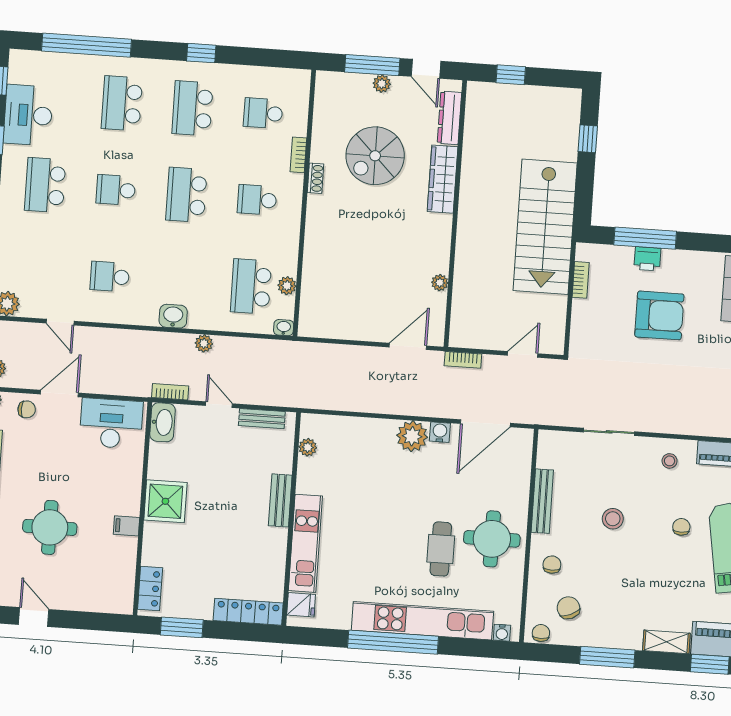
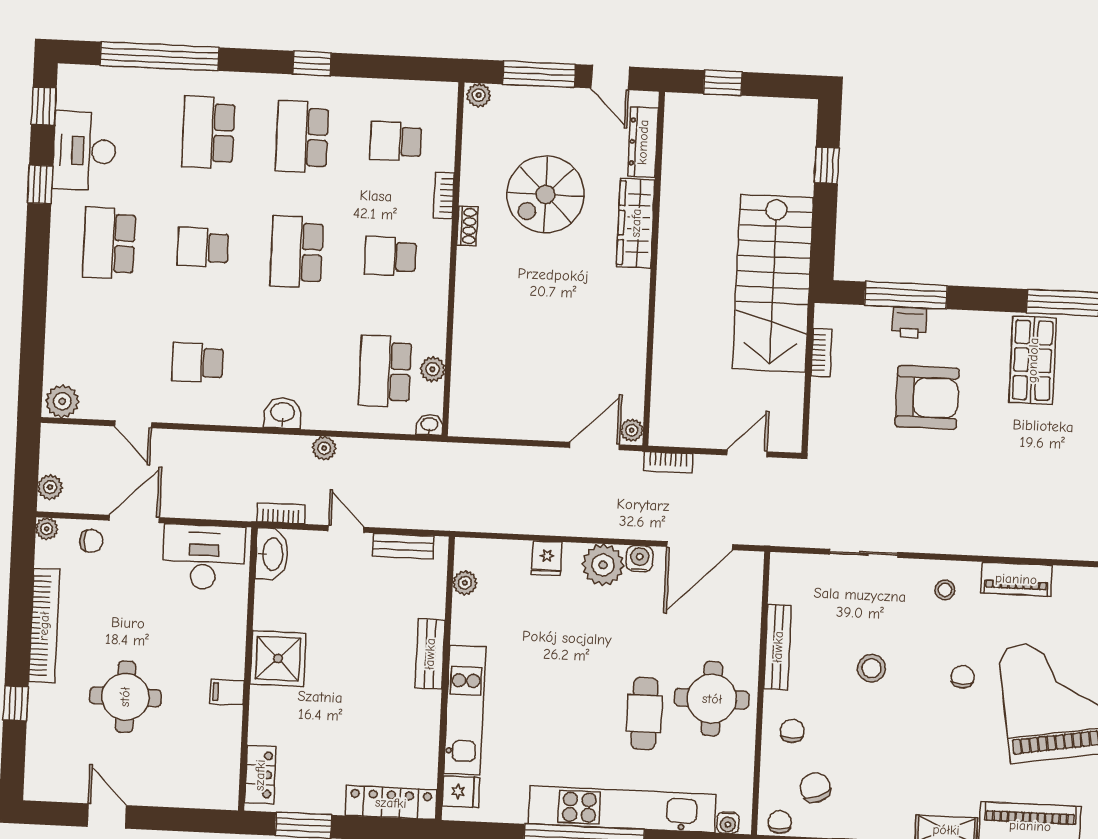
plant: (382, 84) -> (479, 95), moved
plant: (440, 283) -> (632, 430), moved
fridge: (370, 430) -> (547, 558), added

